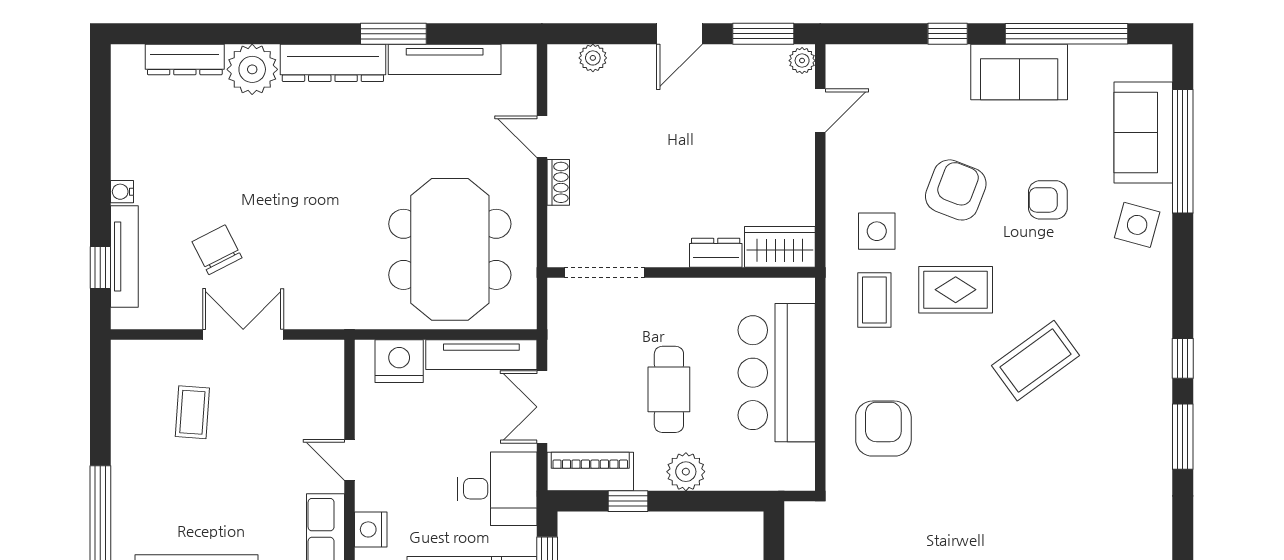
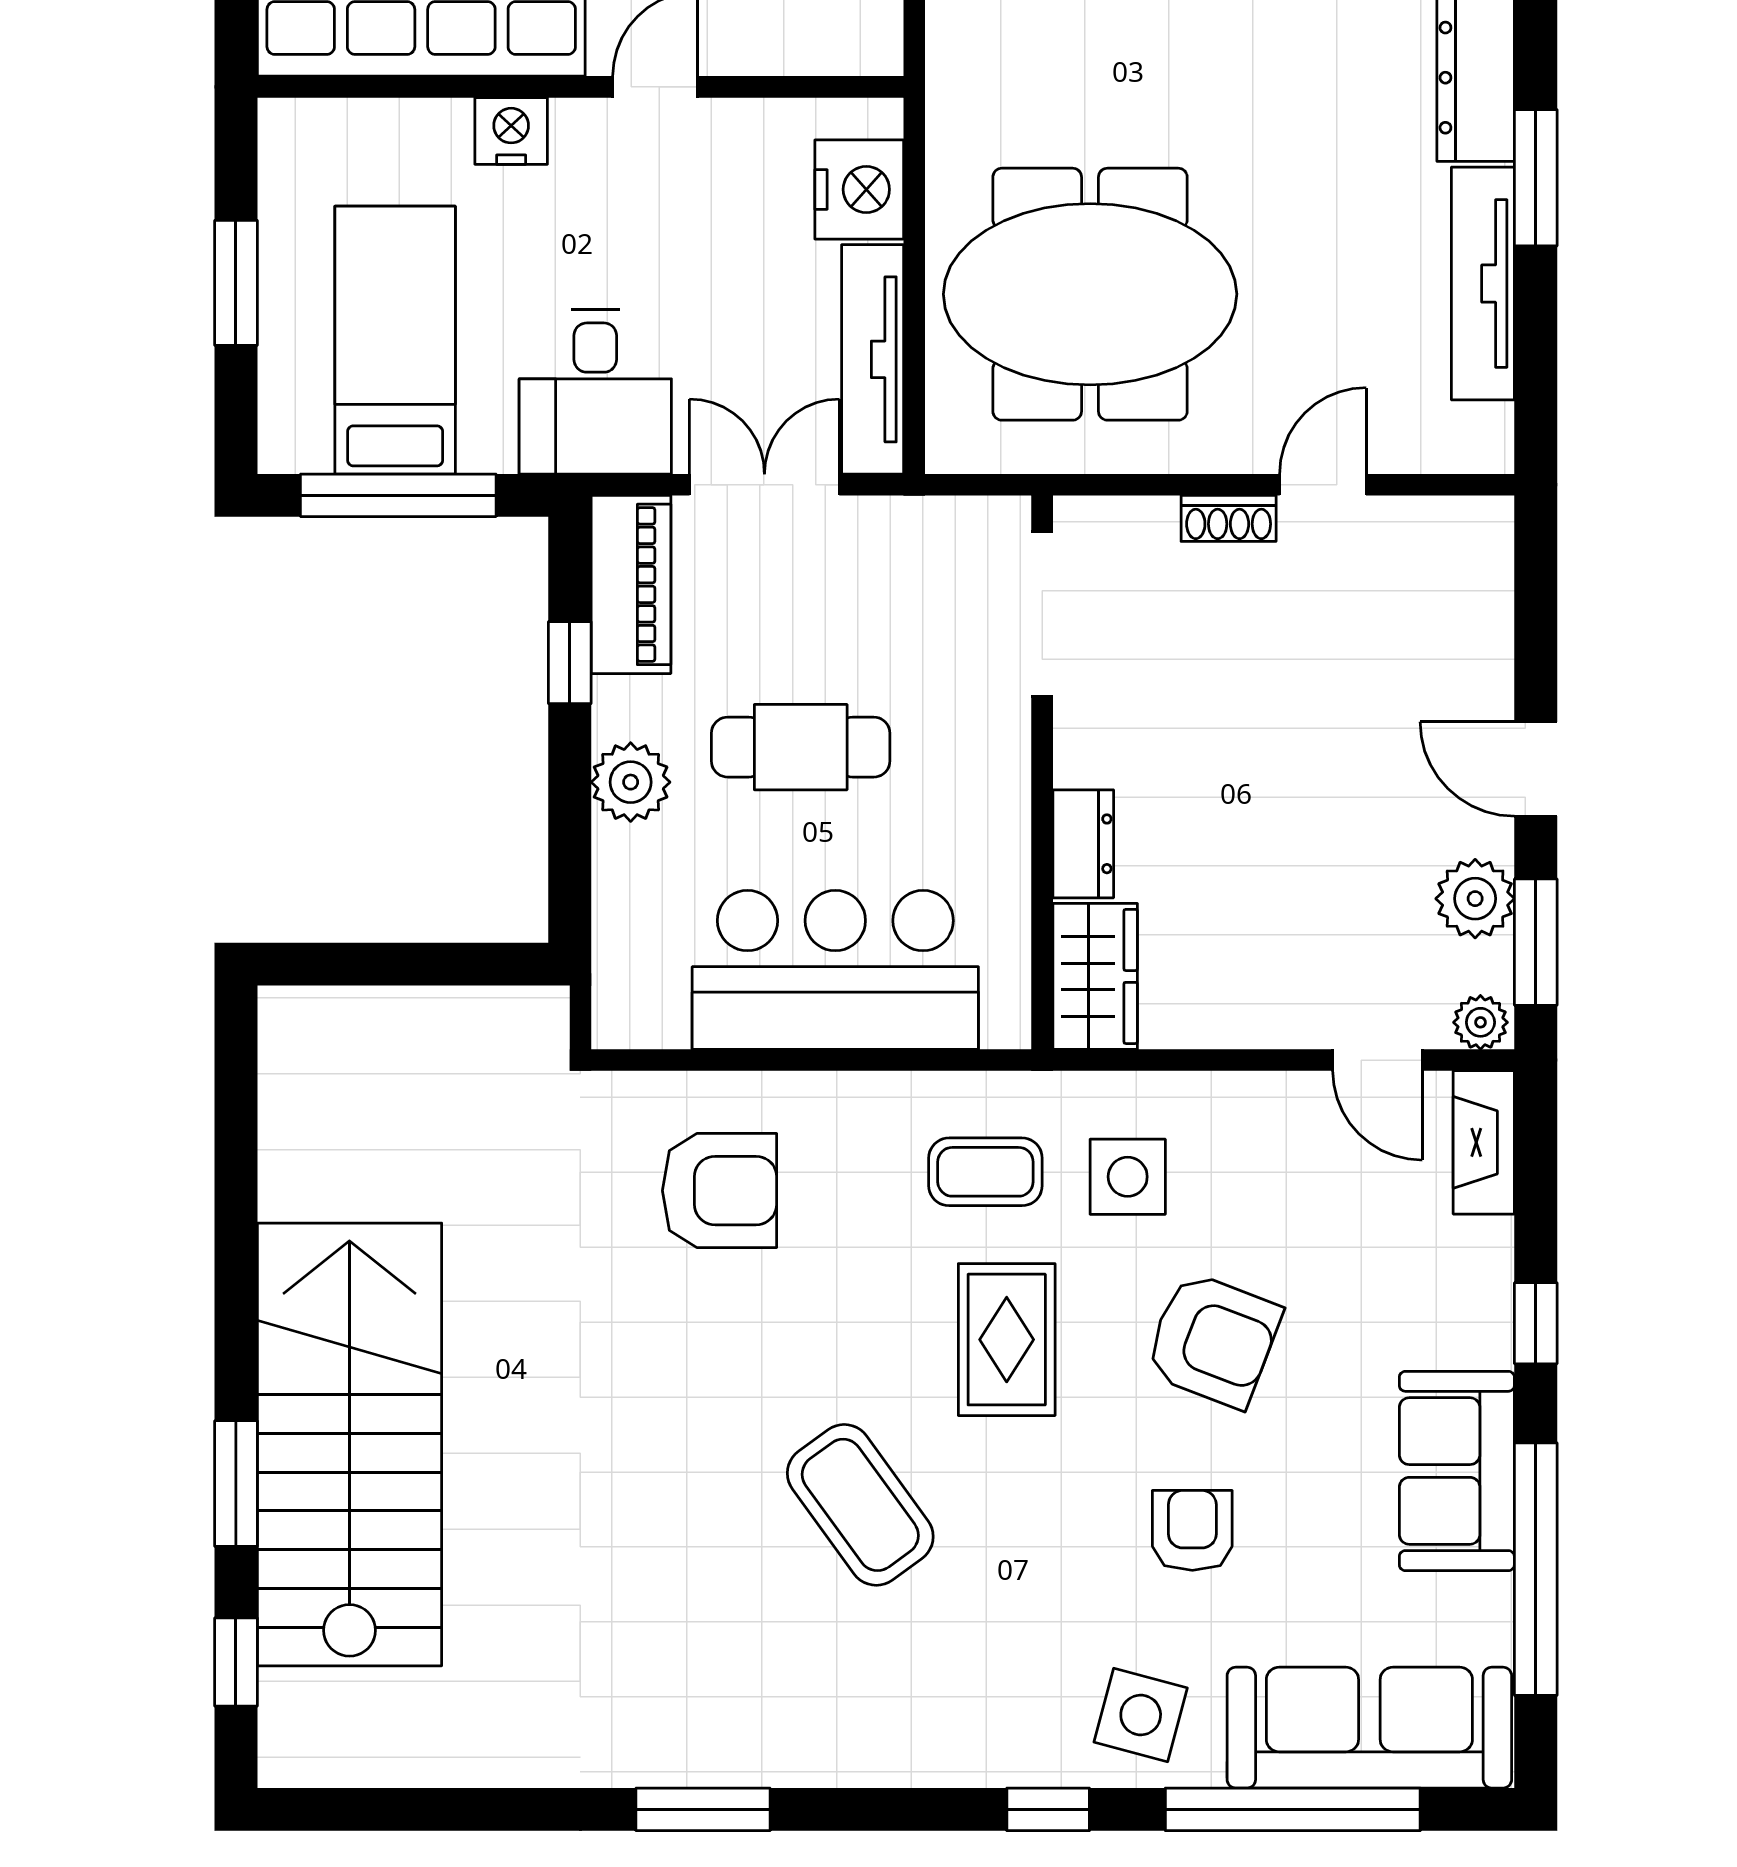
plant: (593, 58) -> (1475, 899), moved, width x1.38, depth x1.38
fireplace: (860, 59) -> (1484, 1142), added
sofa: (1143, 132) -> (1369, 1728), width x1.36
window: (1183, 358) -> (1048, 1809), moved

